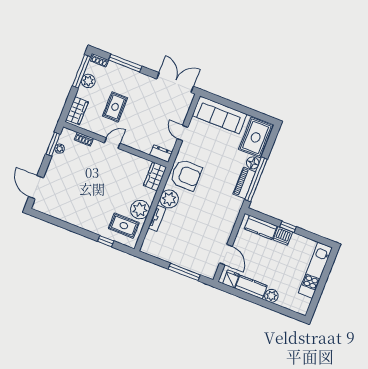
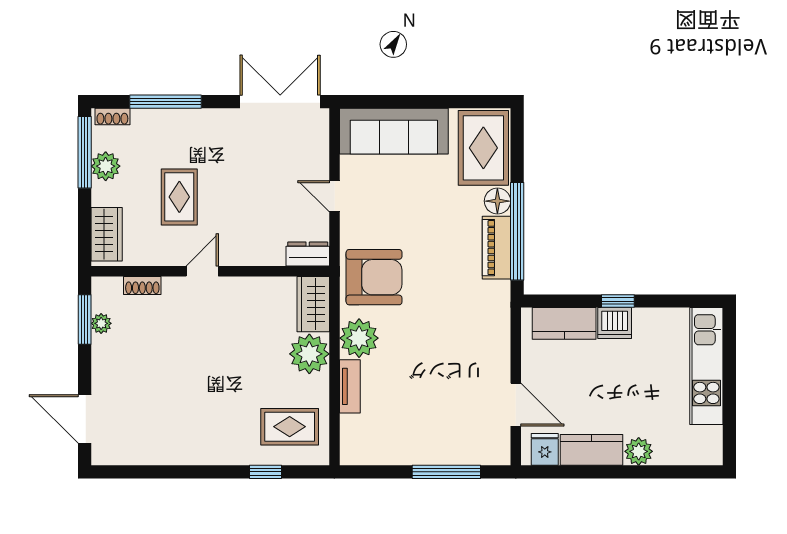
plant: (140, 210) -> (309, 354), moved

